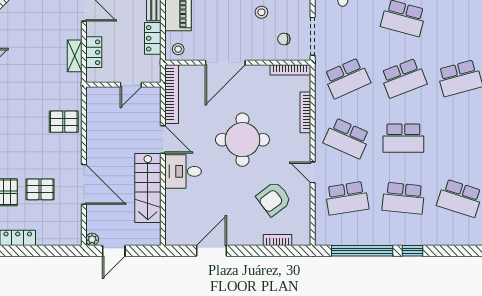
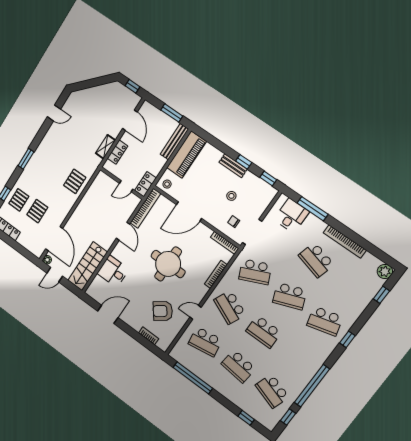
locker: (153, 38) -> (146, 184), moved
pallet: (64, 122) -> (75, 181), turned 90
desk: (183, 171) -> (113, 271), moved
door: (313, 172) -> (196, 312), hinge flipped
door: (84, 184) -> (54, 239), moved
stairs: (148, 188) -> (88, 266), moved
pallet: (40, 189) -> (37, 211), turned 90
window: (413, 251) -> (246, 418), moved

